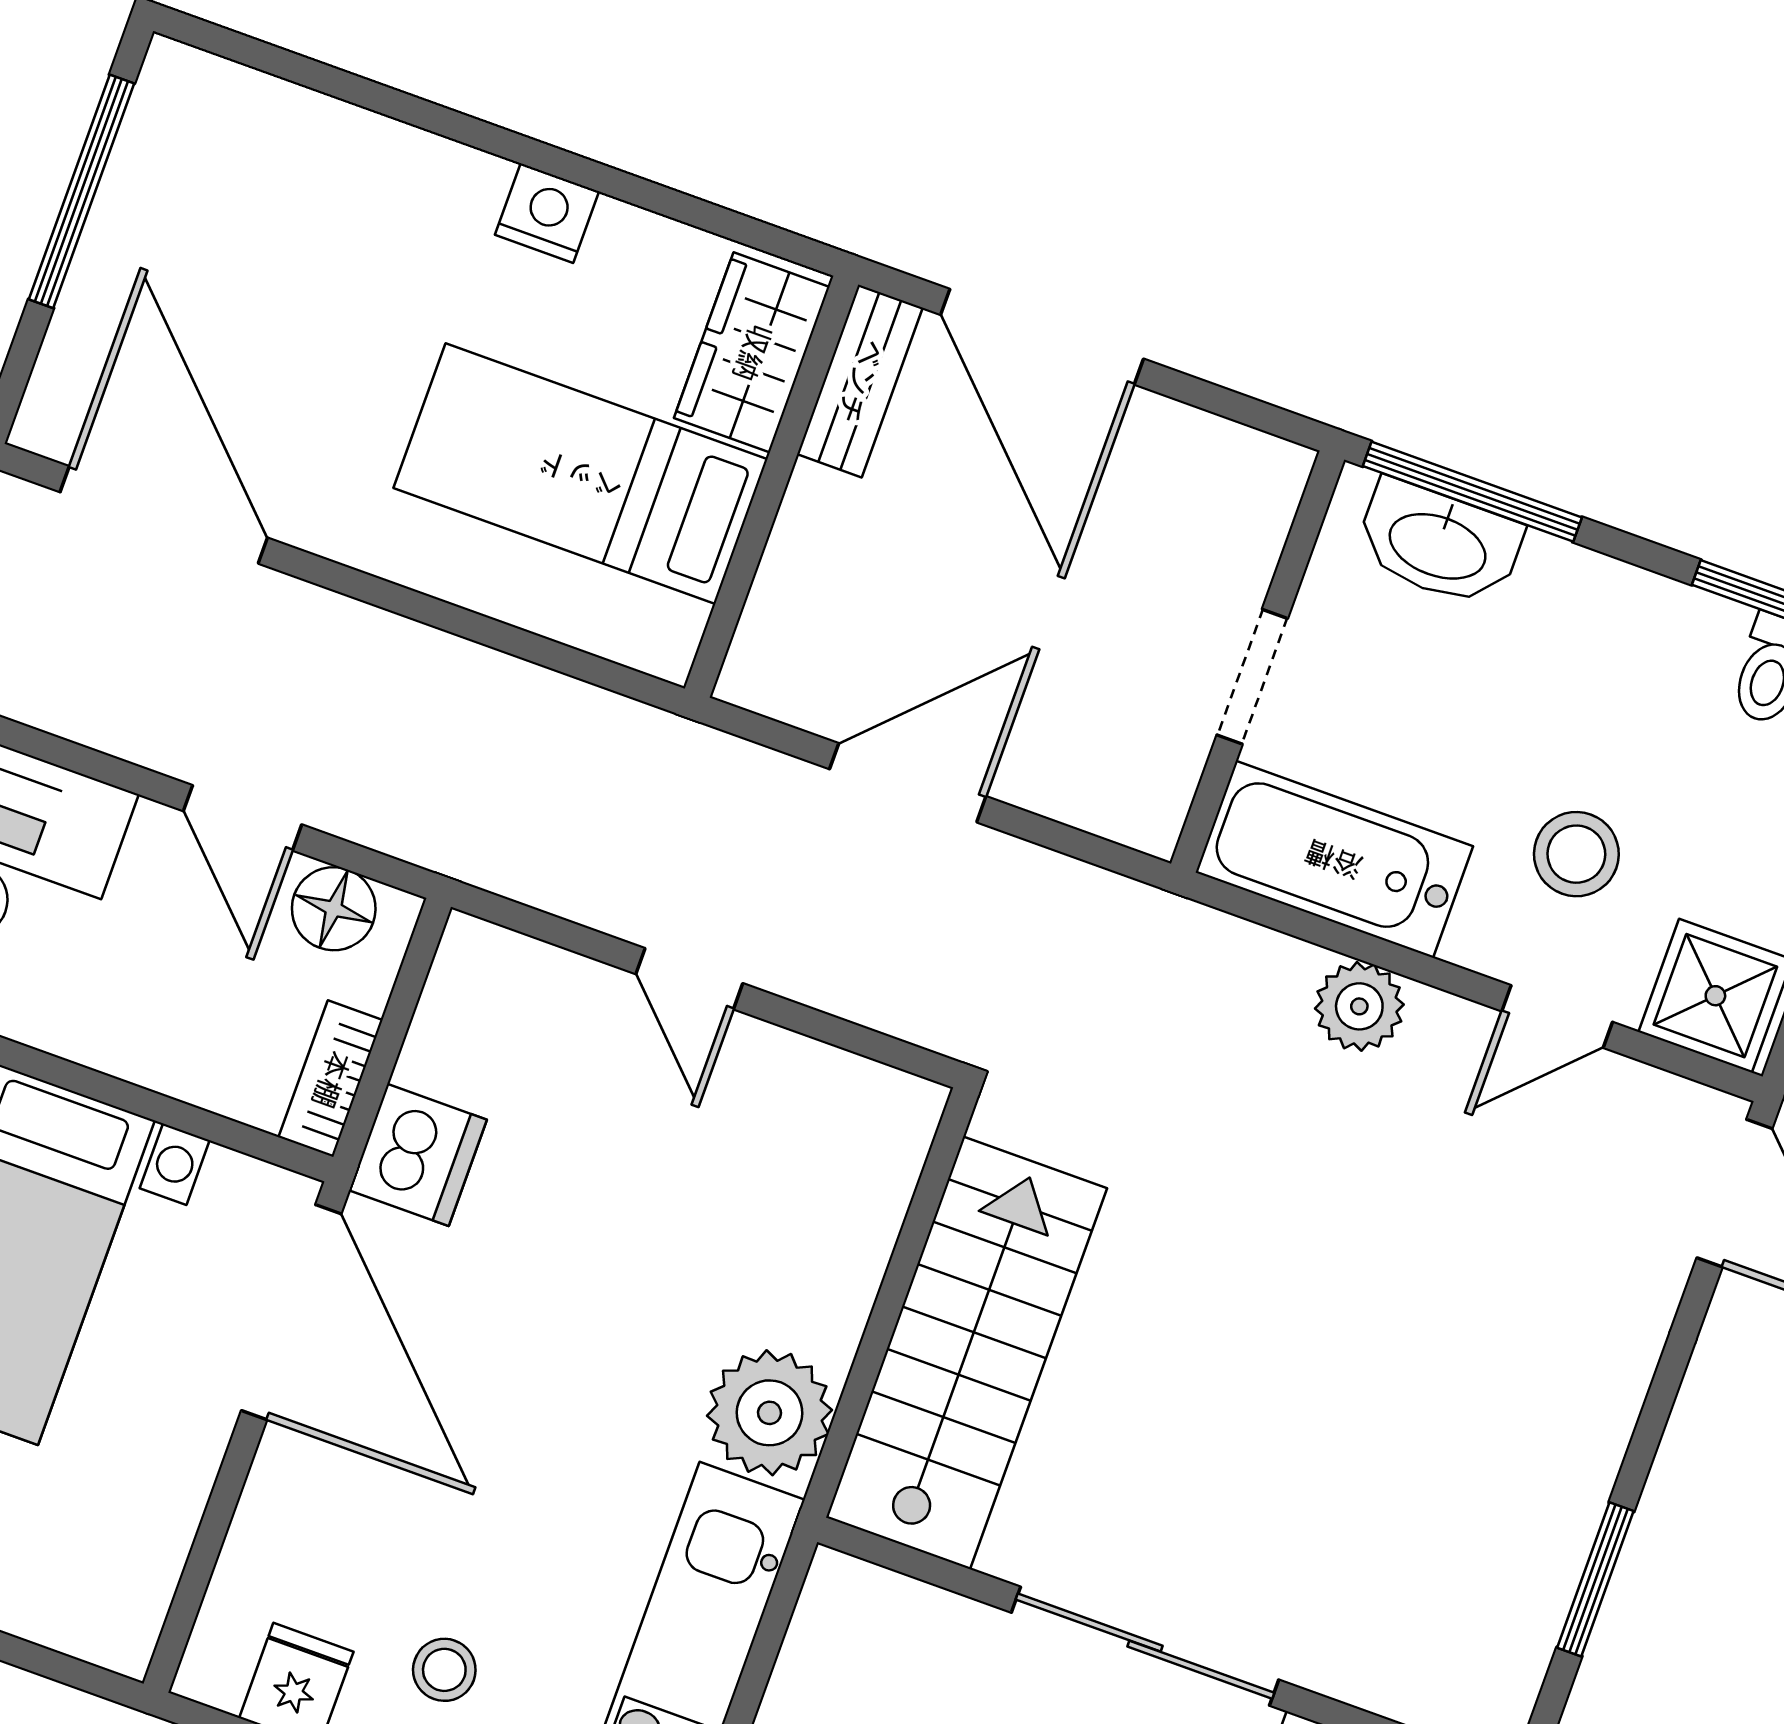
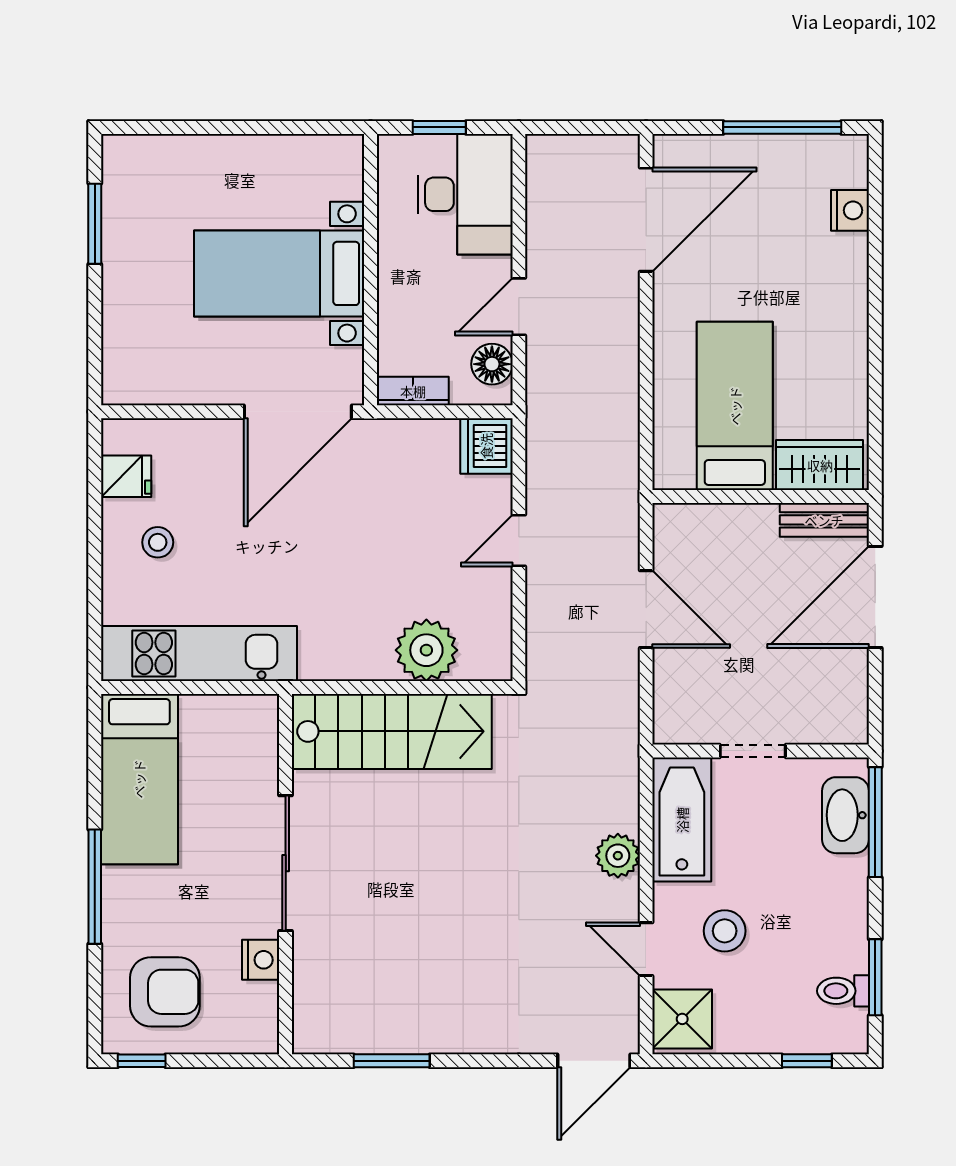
nightstand: (547, 213) -> (850, 210), moved
dishwasher: (418, 1155) -> (486, 446), moved, turned 90
plant: (770, 1413) -> (426, 650), moved

